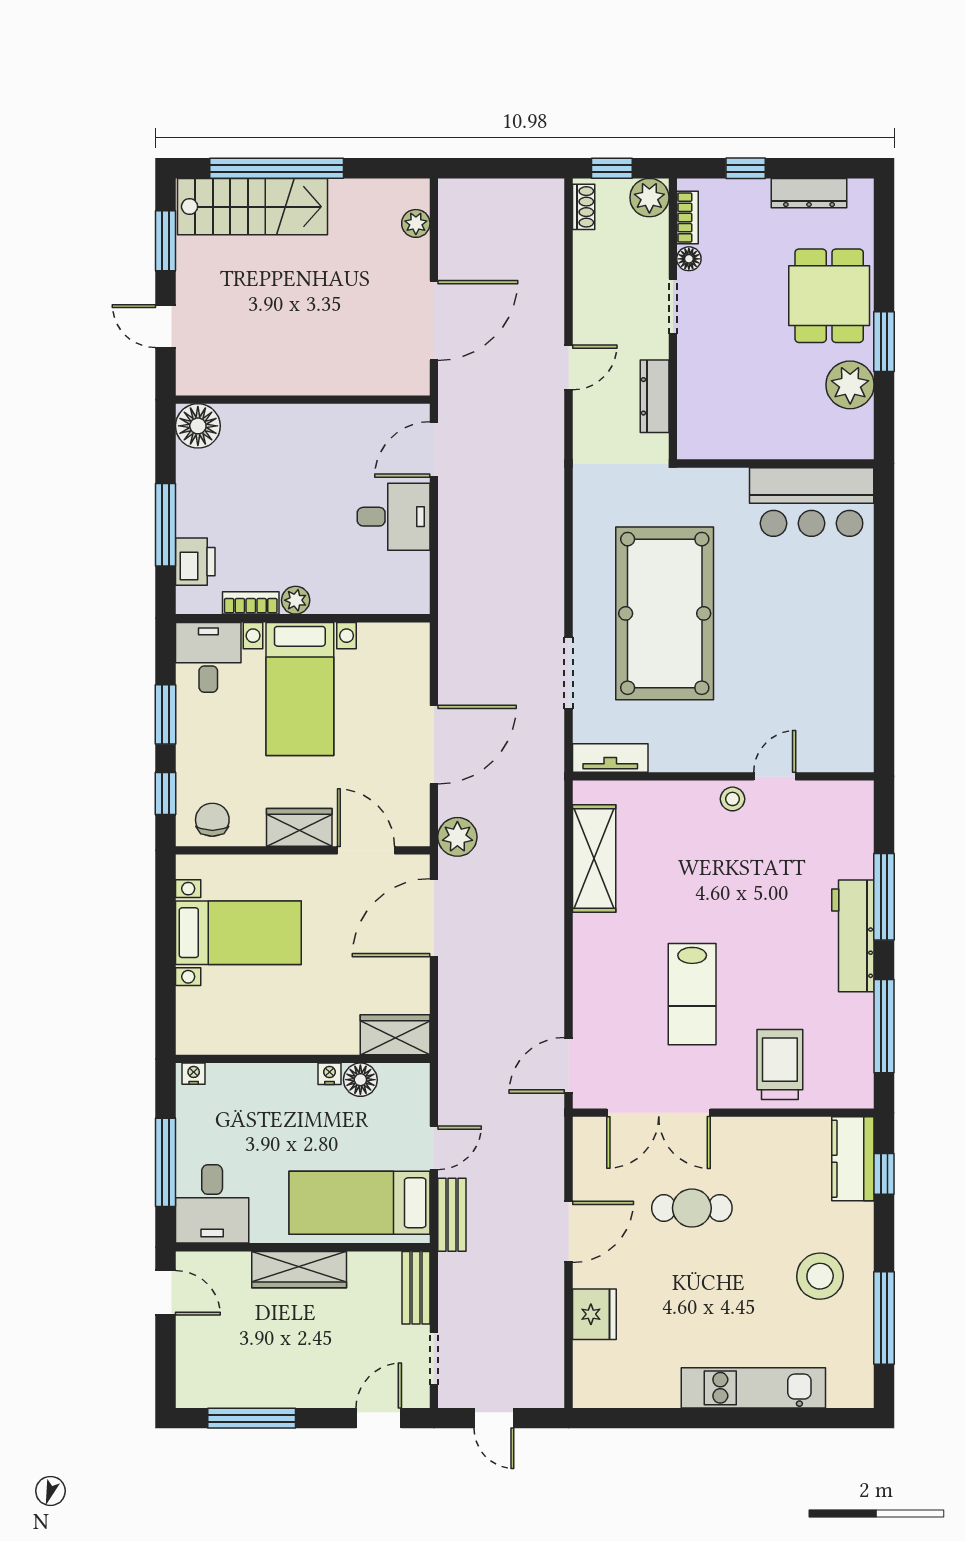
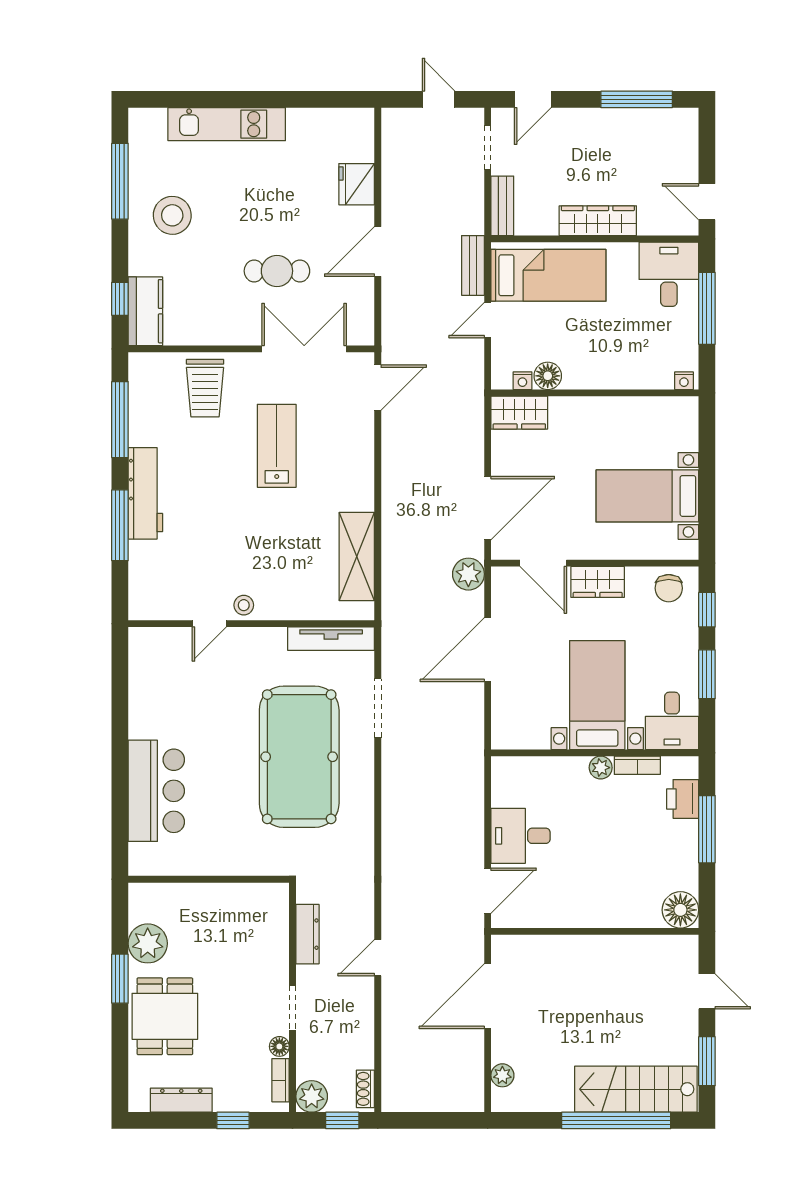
bar counter: (812, 502) -> (156, 791), moved, turned 90
tv unit: (610, 758) -> (331, 639), width x1.41
nightstand: (330, 1074) -> (522, 381), moved

